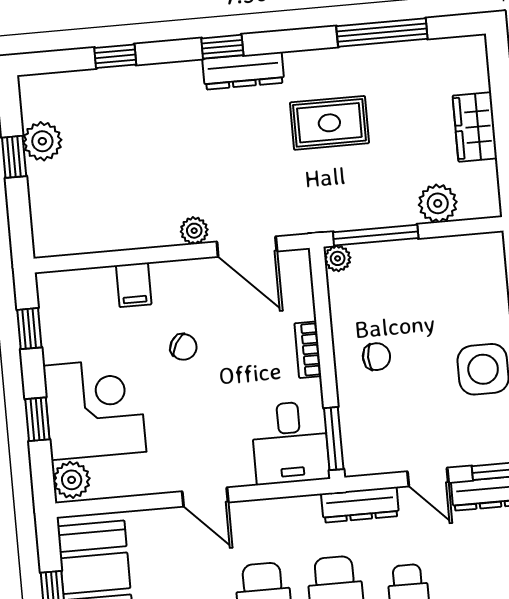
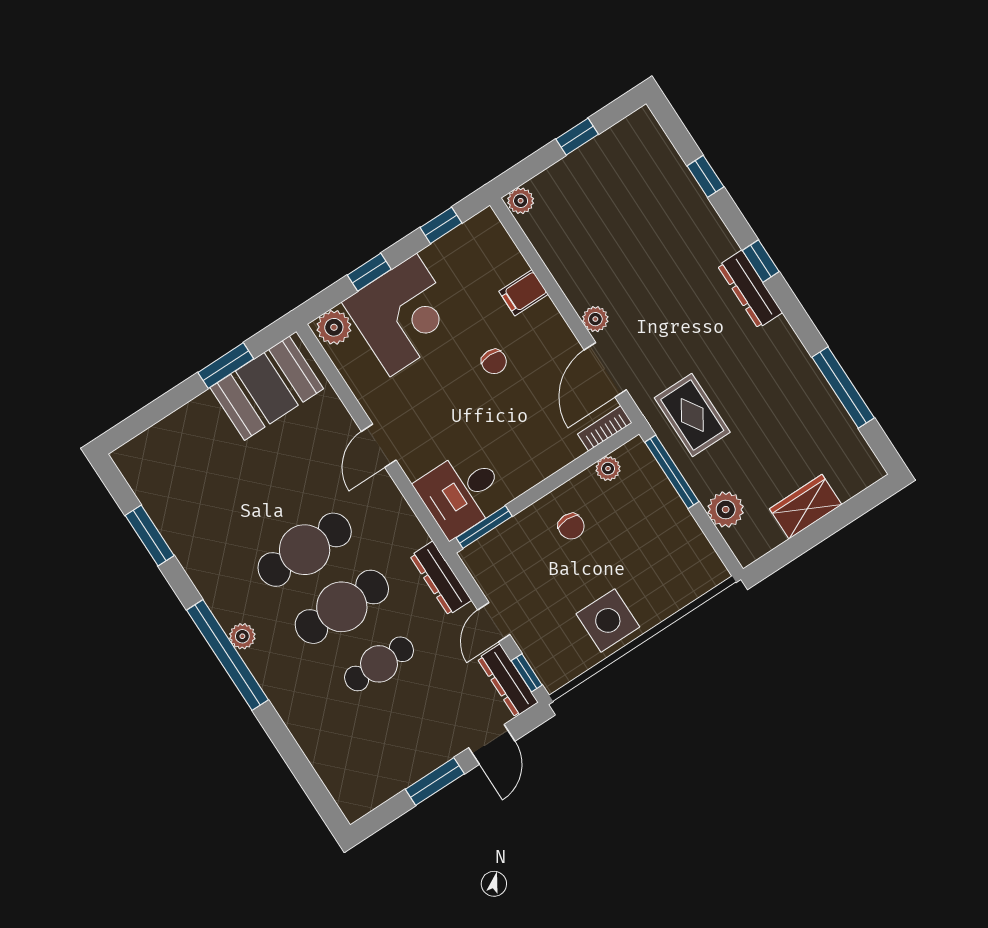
rug: (329, 123) -> (692, 415), moved
plant: (42, 141) -> (521, 201), moved, width x0.73, depth x0.73
plant: (338, 258) -> (608, 469), moved
chair: (184, 347) -> (494, 362), turned -31
bookcase: (308, 350) -> (605, 428), moved

